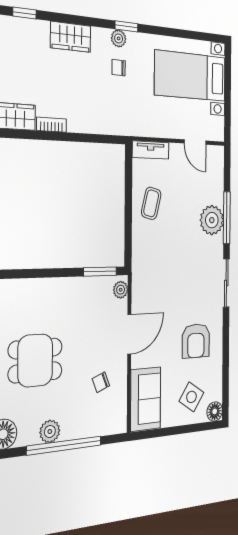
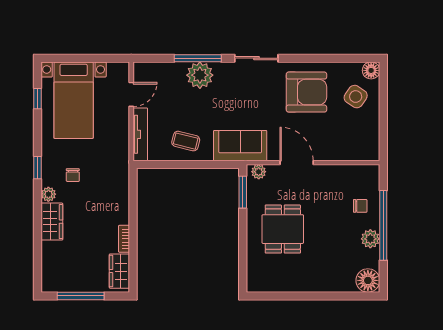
window: (25, 13) -> (38, 99), moved
plant: (119, 38) -> (48, 194), moved
tv unit: (151, 150) -> (140, 134), width x1.41
armchair: (196, 341) -> (306, 92), width x1.36, depth x1.36
dining table: (35, 360) -> (283, 229), moved
chair: (101, 382) -> (360, 206), moved, turned -68
sofa: (146, 399) -> (240, 146), moved

